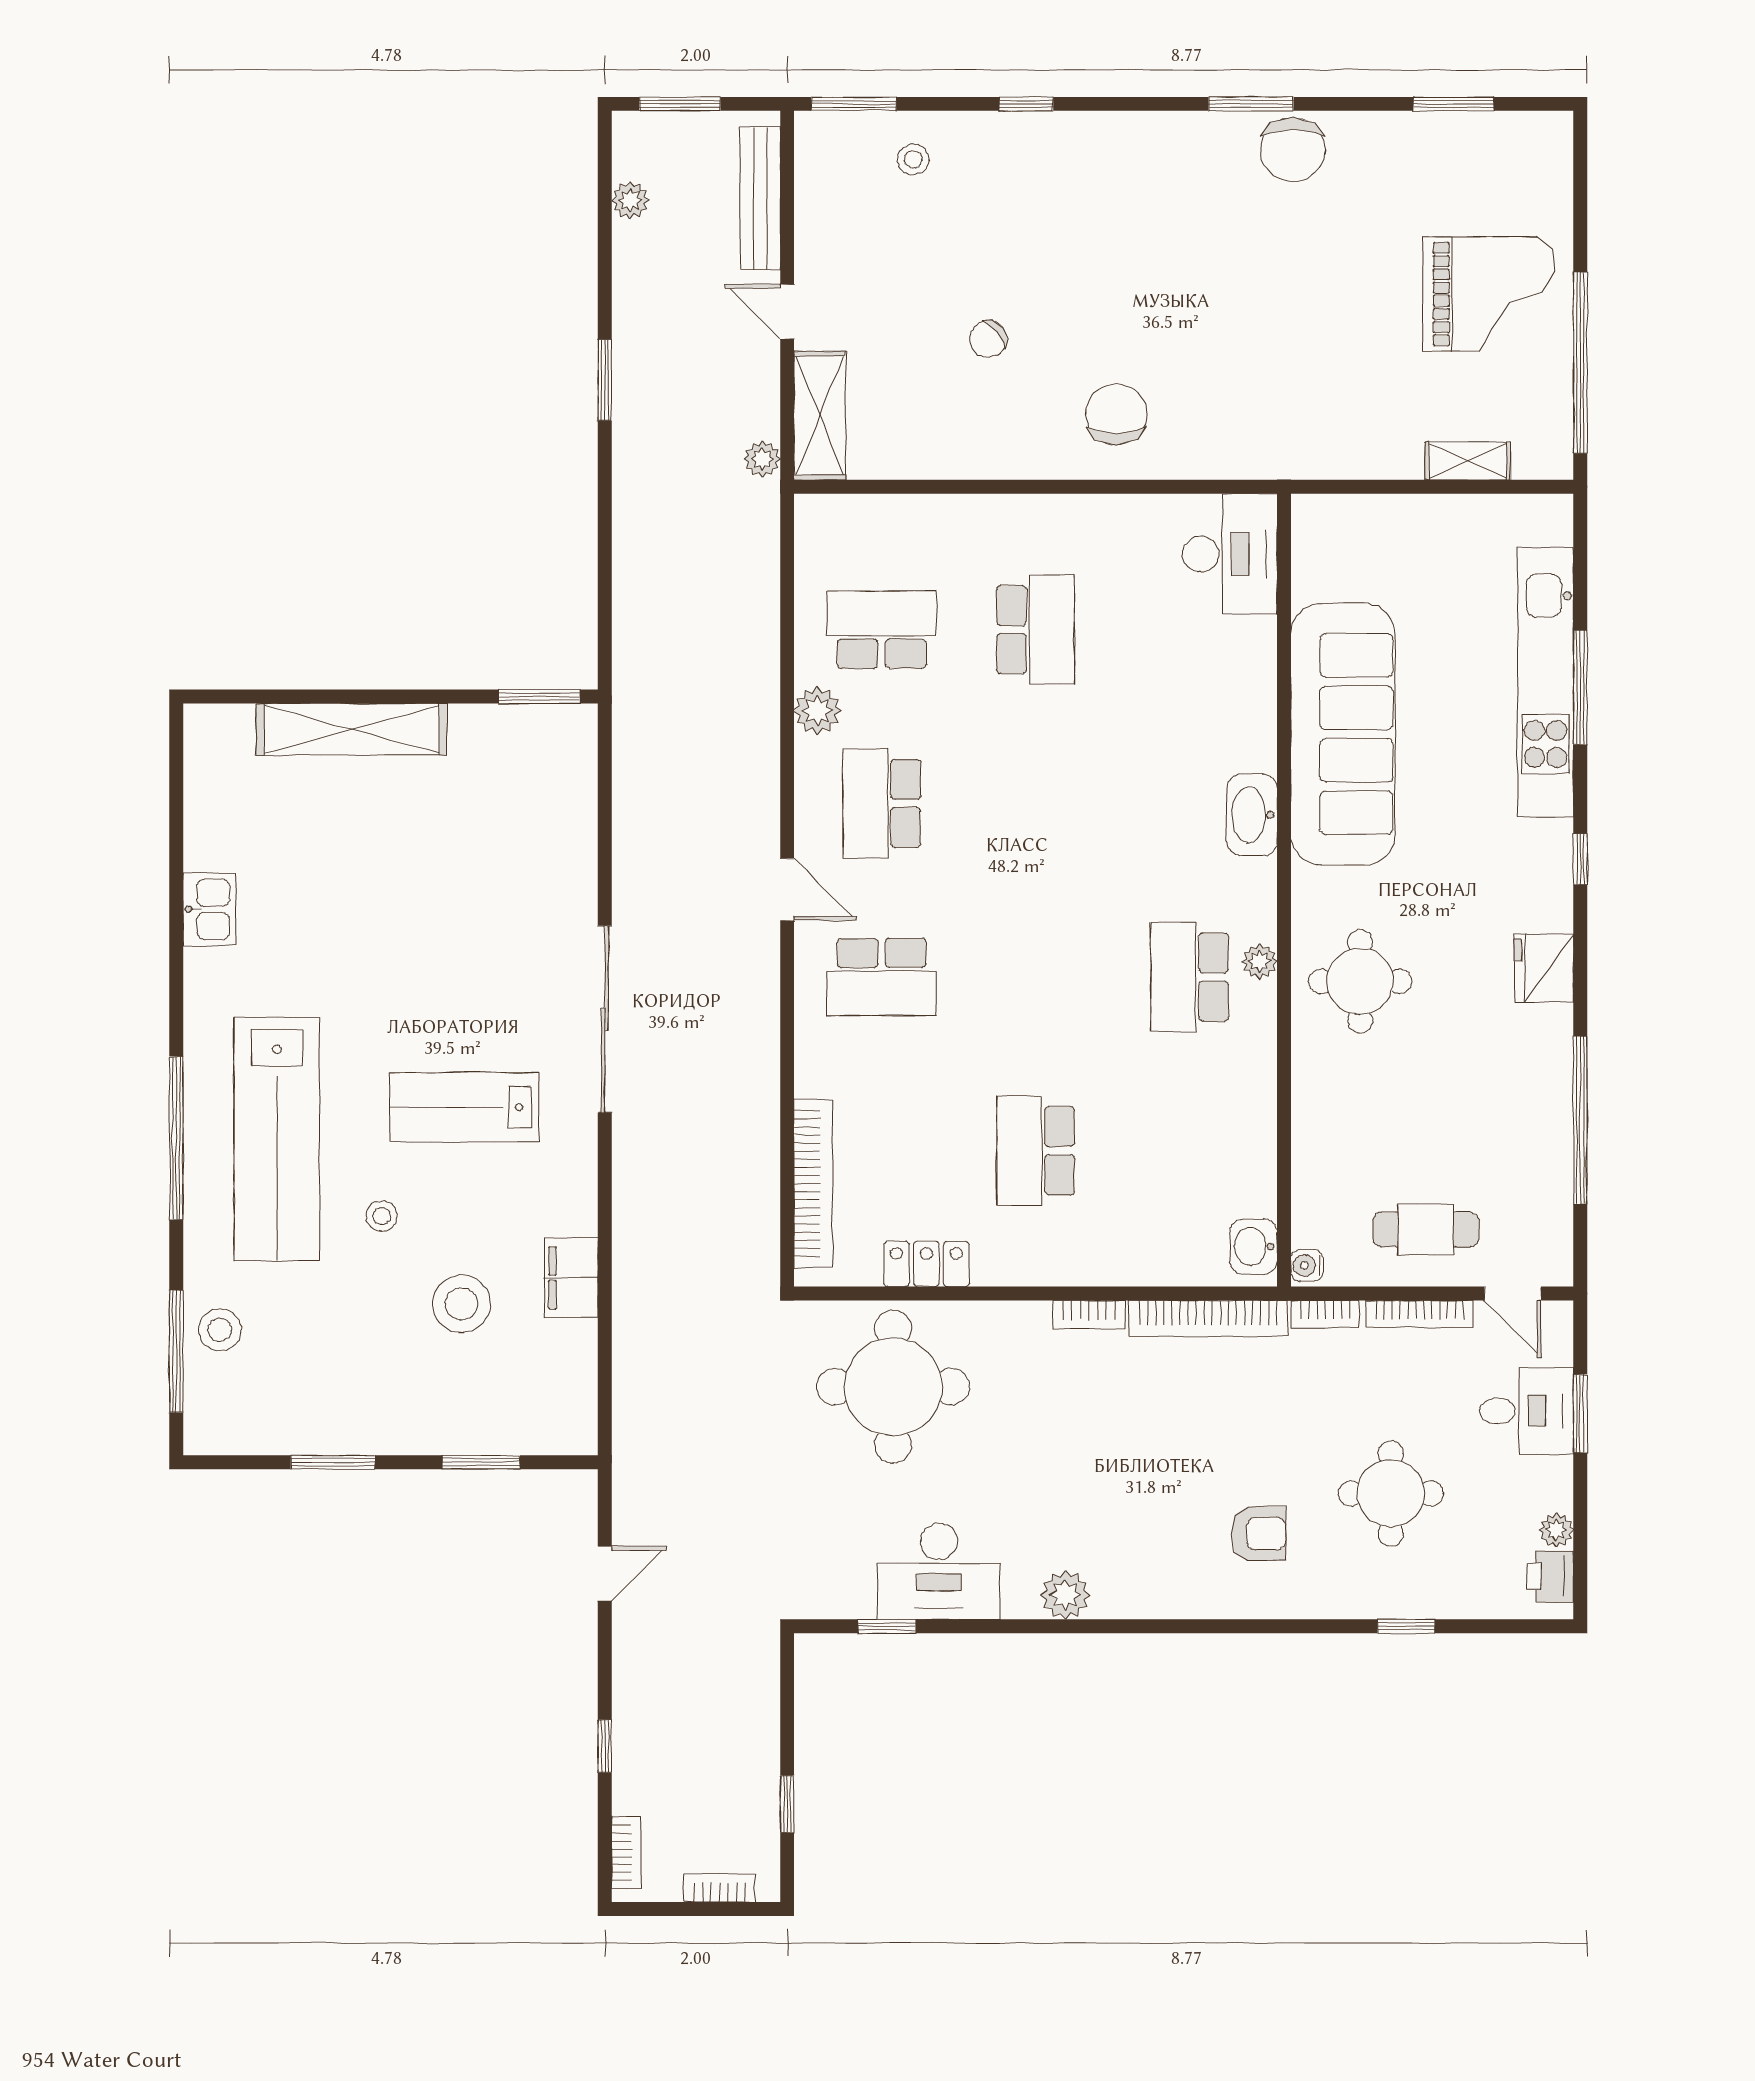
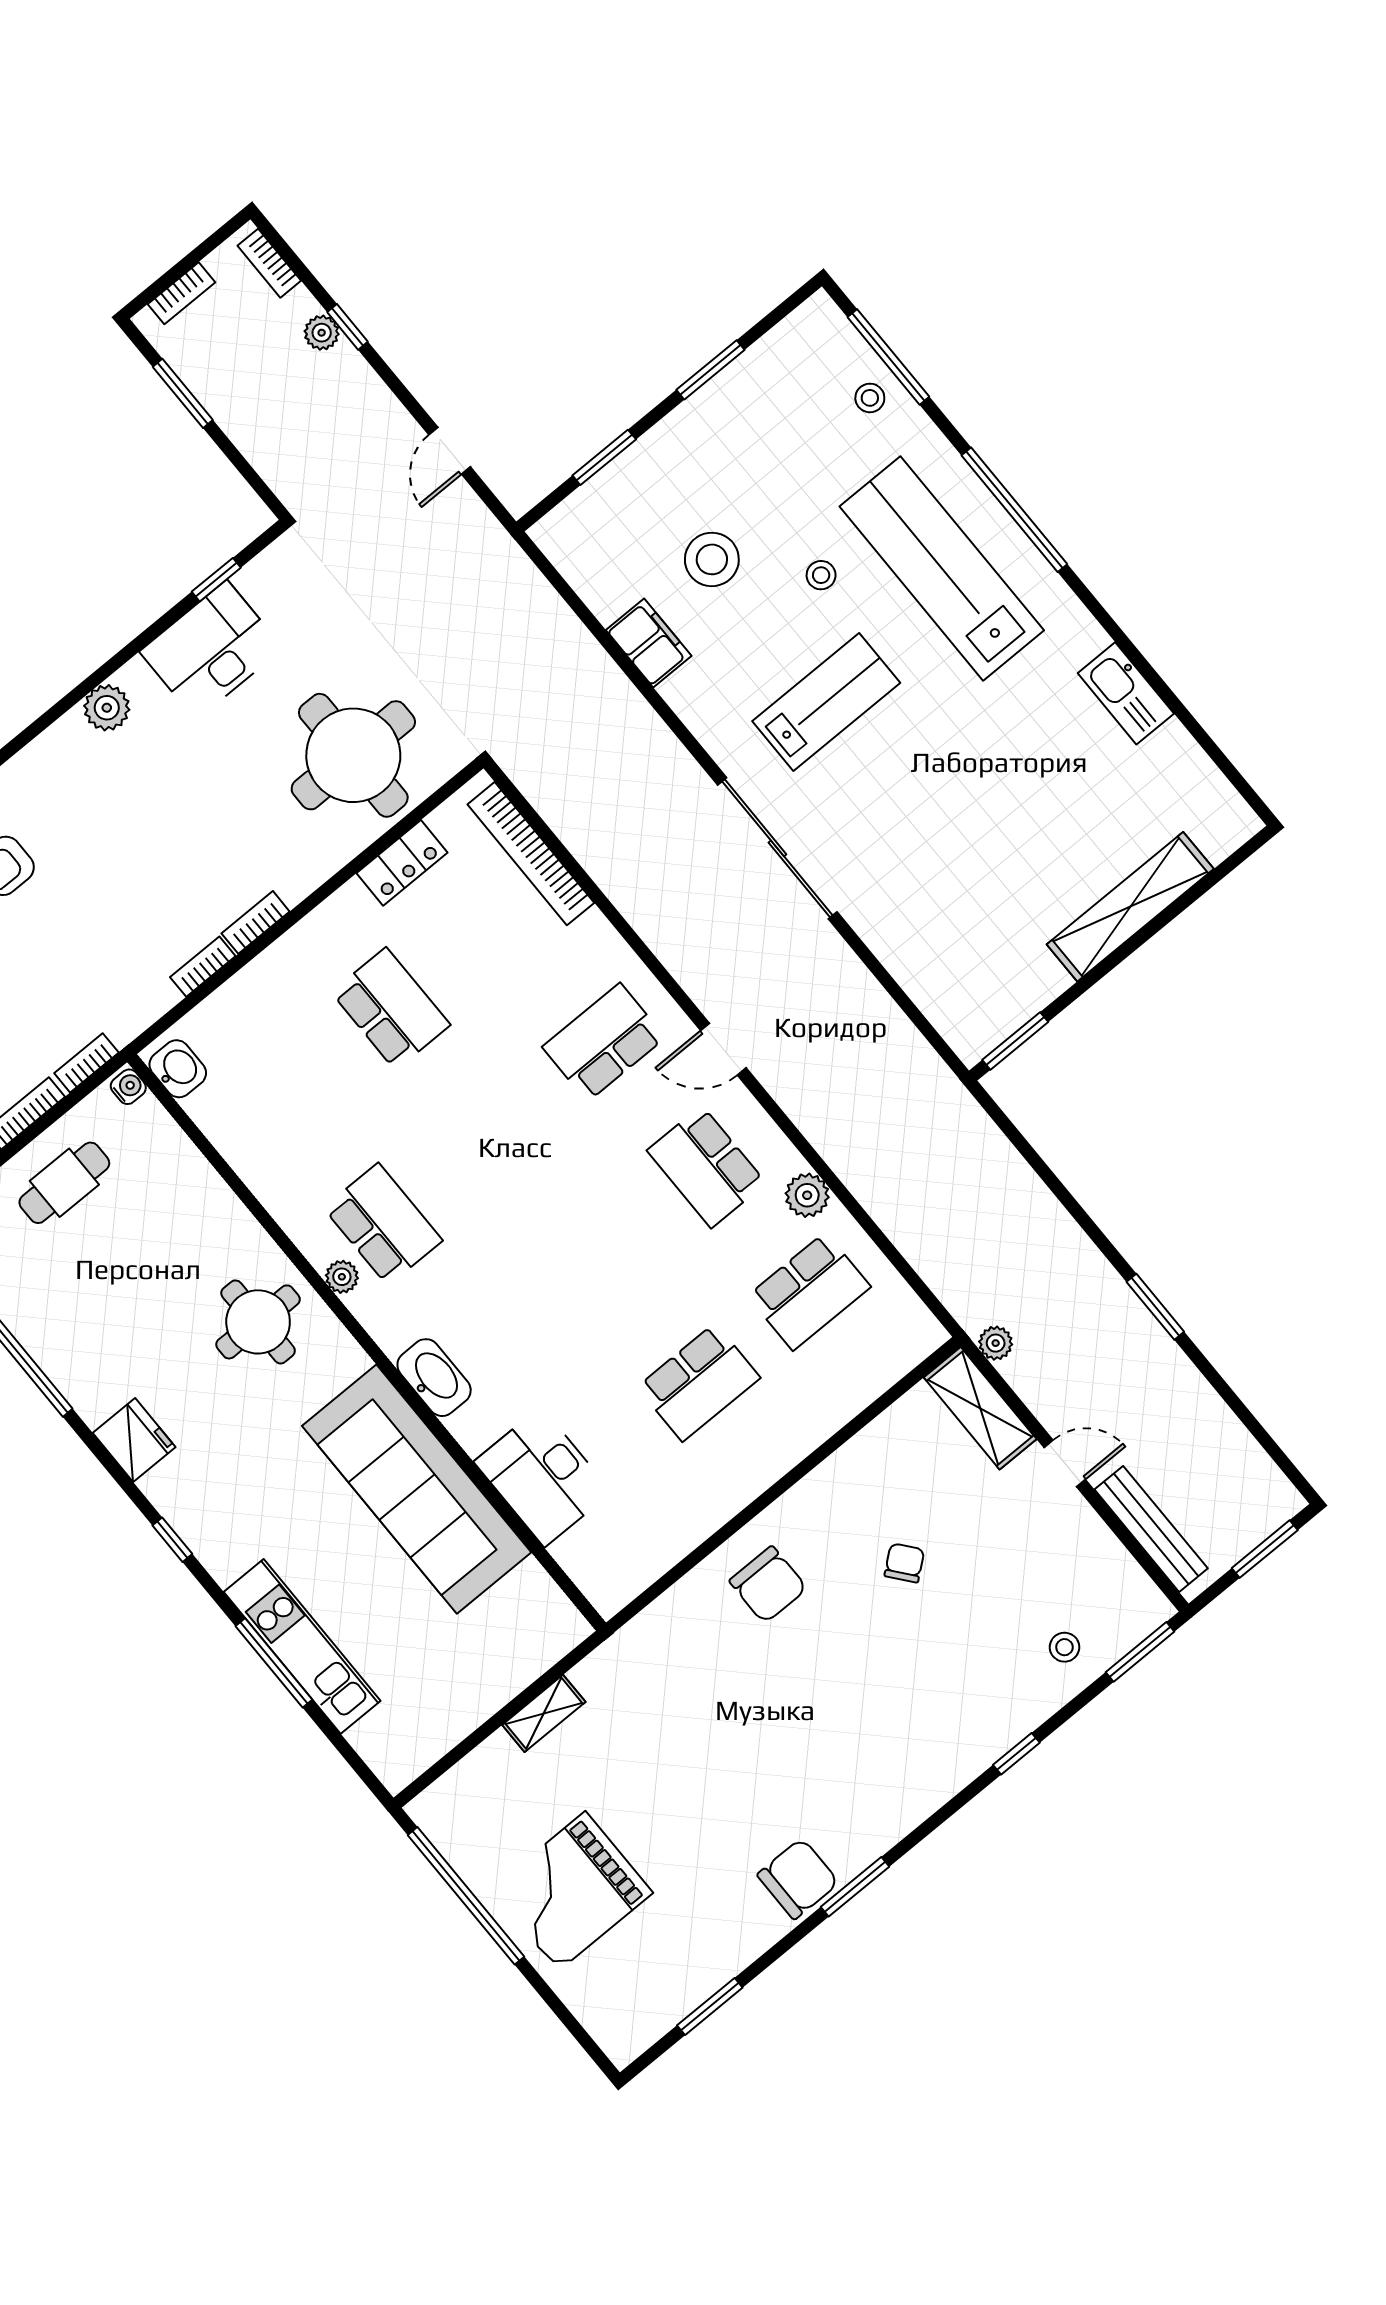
chair: (1293, 150) -> (798, 1879), turned 90
plant: (630, 200) -> (322, 333), moved
shelving: (1468, 461) -> (544, 1713), moved
desk: (1230, 554) -> (543, 1477), moved
school desk: (1036, 630) -> (699, 1382), turned -90
kitchen unit: (1546, 682) -> (302, 1646), width x0.73
school desk: (882, 803) -> (706, 1167), turned 180
kitchen sink: (209, 909) -> (1126, 693), width x1.38
bookcase: (1208, 1318) -> (203, 967), width x0.43, depth x0.76
stool: (220, 1330) -> (870, 398), width x0.73, depth x0.73
window: (787, 1804) -> (183, 393), width x1.50

